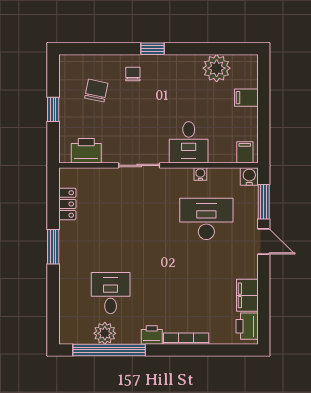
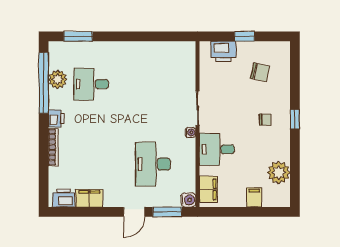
chair: (133, 74) -> (265, 120), moved
printer: (86, 151) -> (223, 51), moved, turned 90
filing cabinet: (245, 152) -> (208, 189), width x2.00
water cooler: (200, 174) -> (190, 132), moved
locker: (67, 204) -> (165, 48), removed
desk: (206, 219) -> (153, 164), turned 180
window: (53, 247) -> (78, 36), moved
desk: (111, 293) -> (91, 84), turned 180

